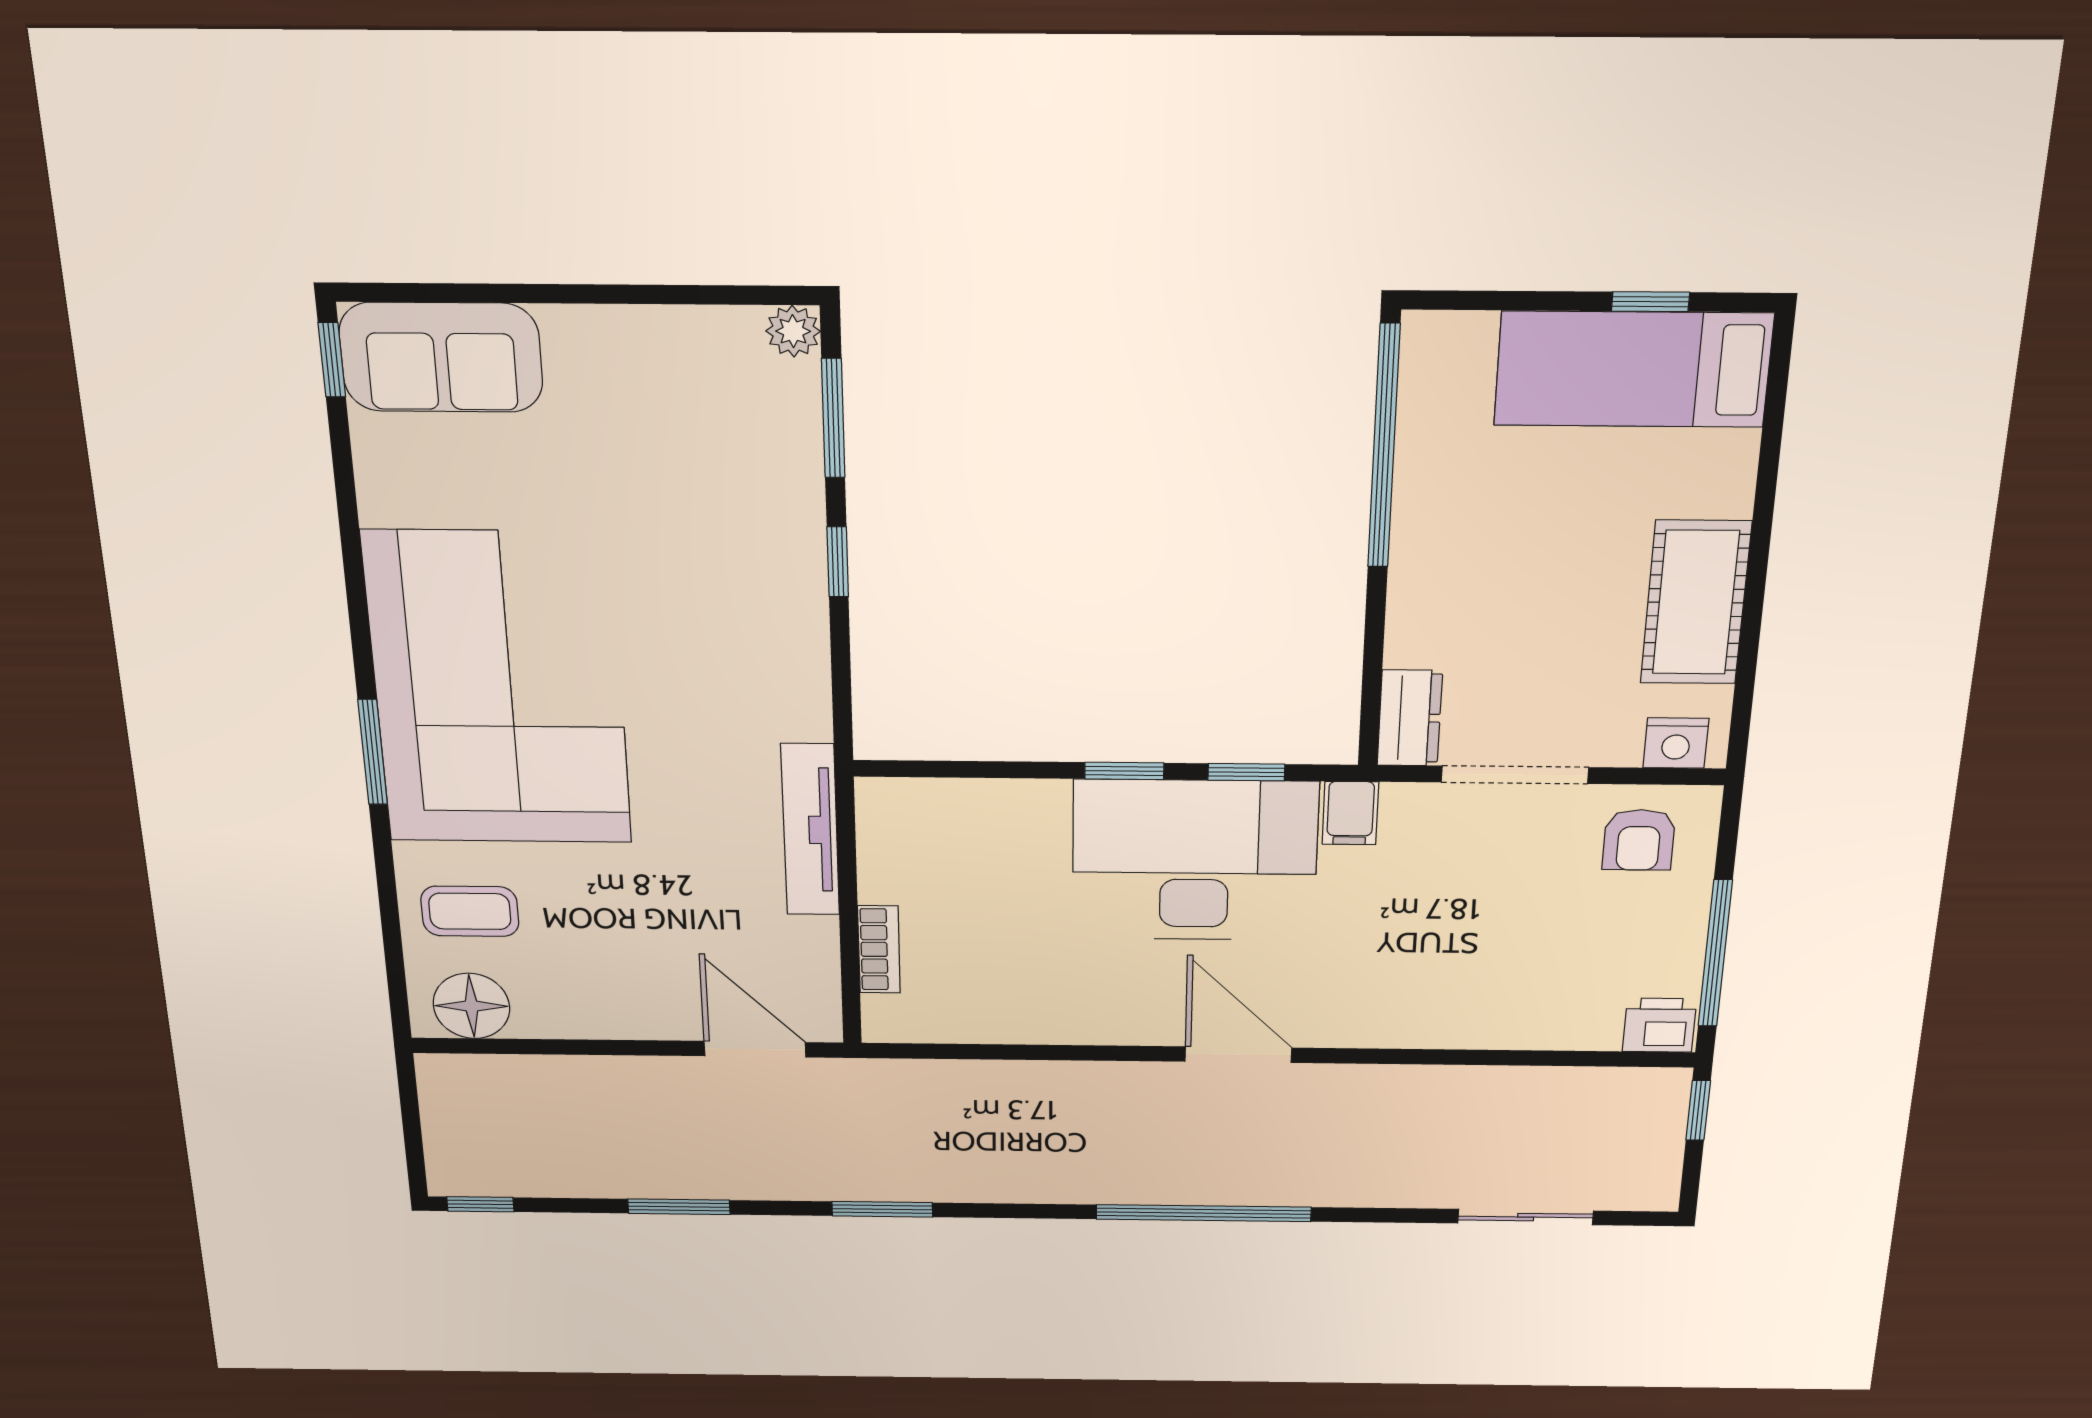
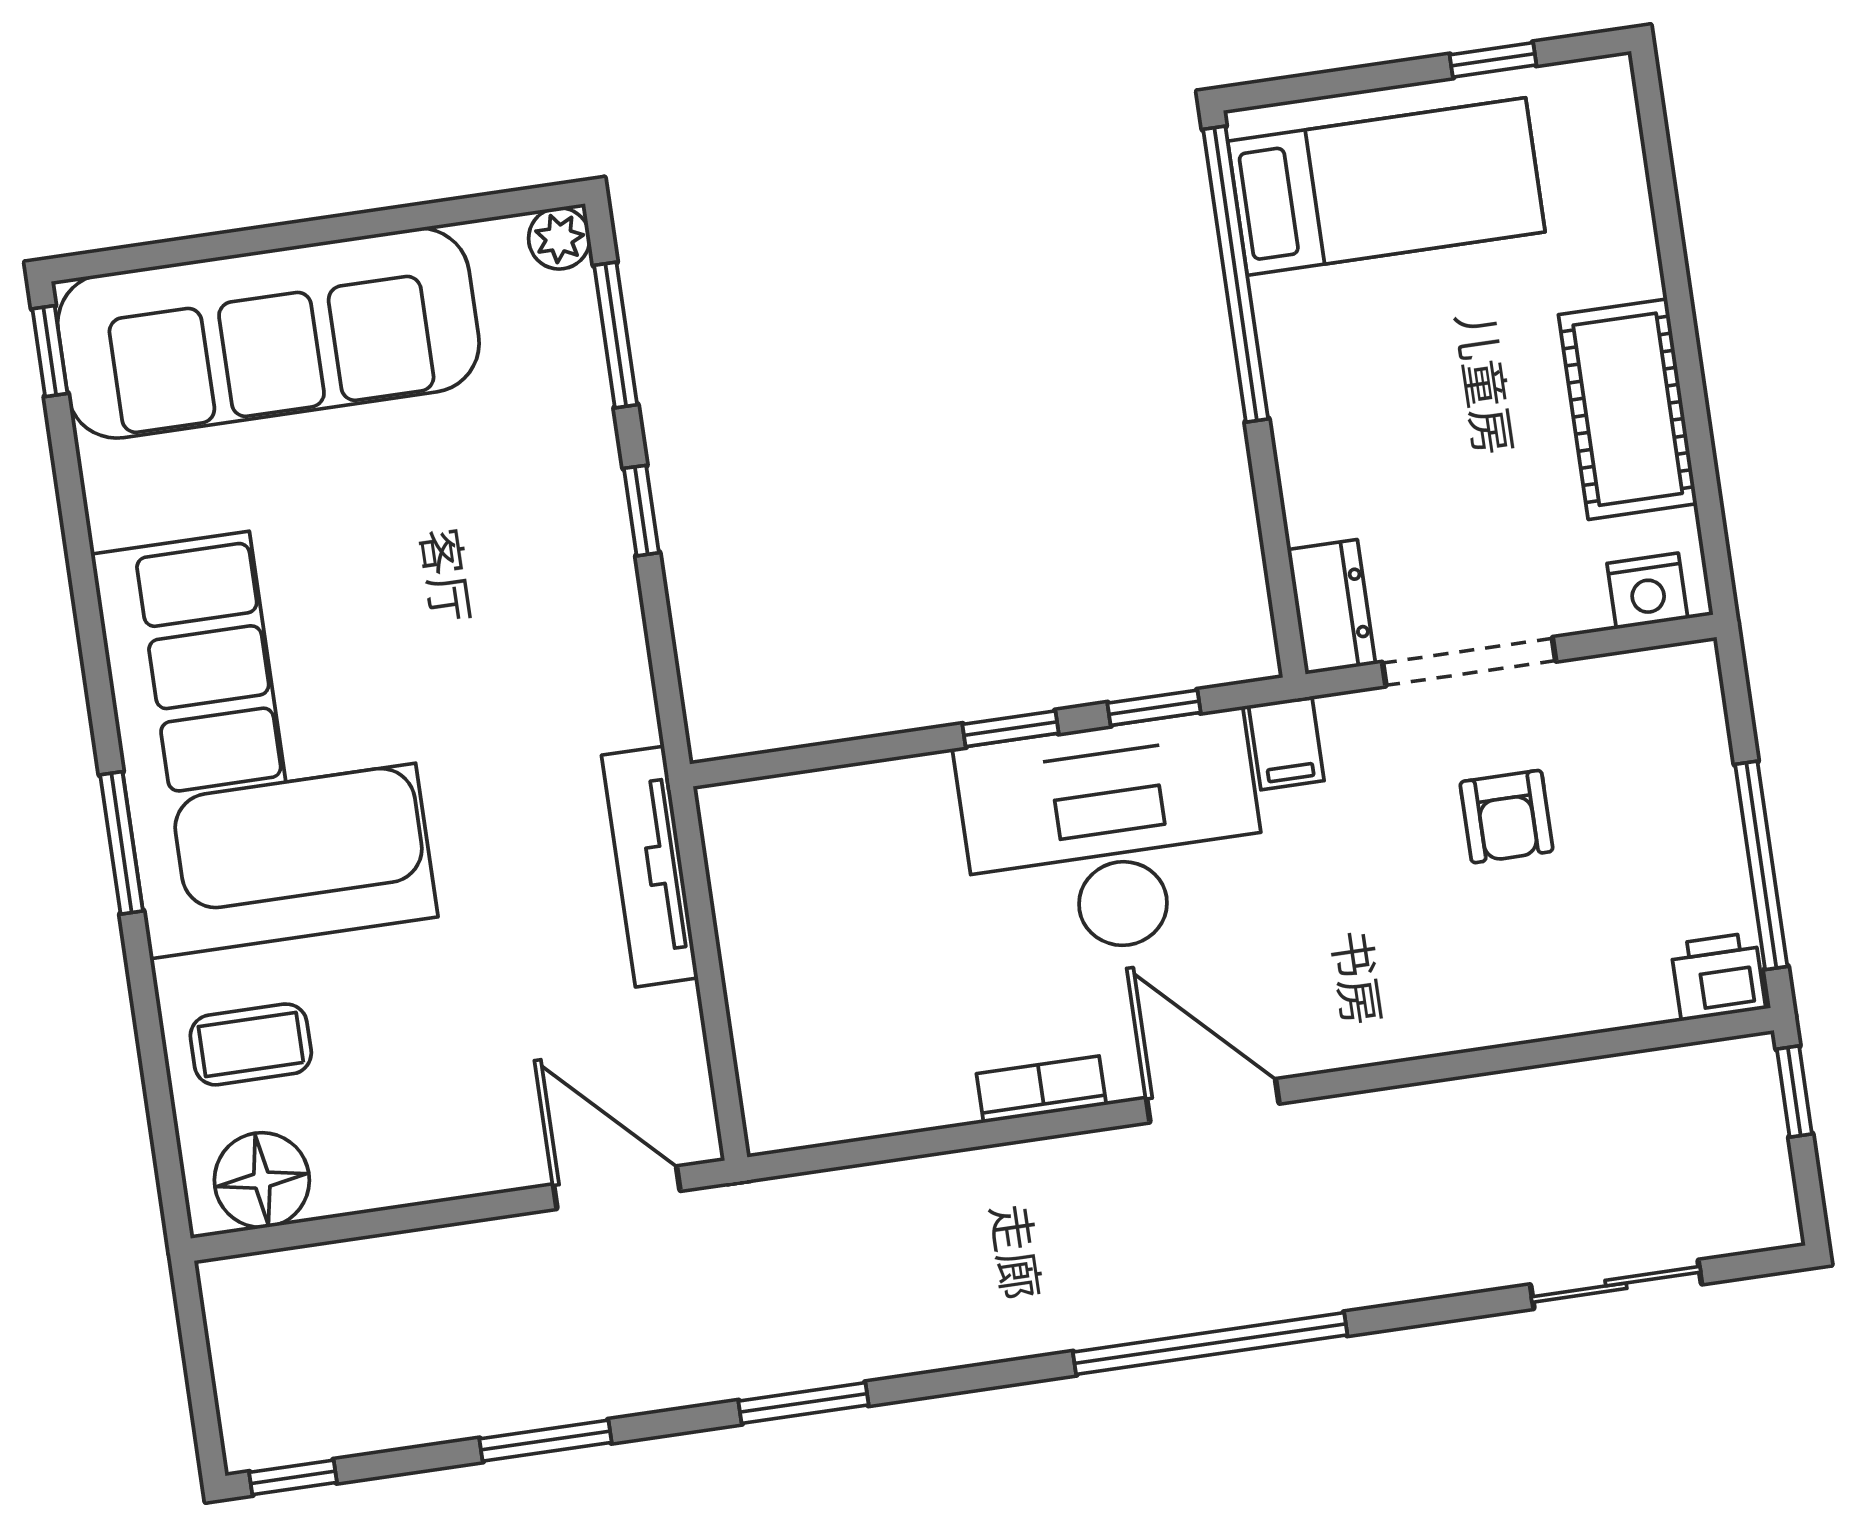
sofa: (441, 357) -> (268, 333), width x1.85, depth x1.27
bed: (1633, 369) -> (1386, 187), moved, turned 180
armchair: (1639, 840) -> (1507, 817), moved
bookcase: (879, 949) -> (1041, 1089), moved, turned -90

